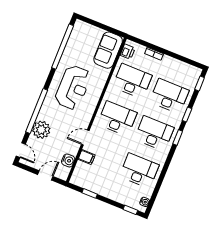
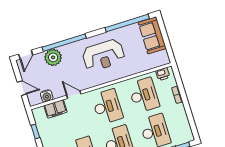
sofa: (108, 50) -> (152, 35), moved, turned -90
filing cabinet: (87, 157) -> (55, 109), width x2.00

